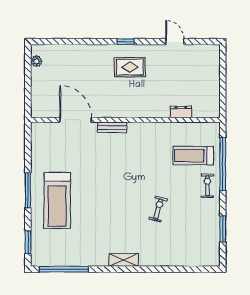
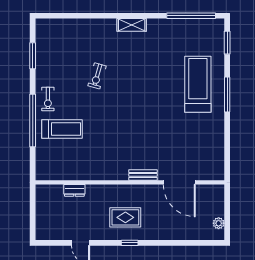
dresser: (181, 112) -> (74, 190), moved
door: (76, 120) -> (179, 182), moved
wall: (125, 120) -> (130, 182), moved
bench: (112, 127) -> (143, 175), moved

